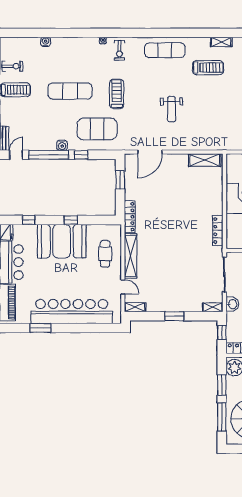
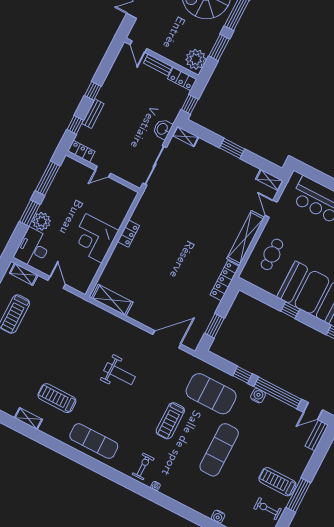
exercise mat: (70, 91) -> (219, 450), turned 90
weight bench: (172, 109) -> (119, 374), turned 90
locker: (218, 230) -> (128, 234), moved, width x0.66

